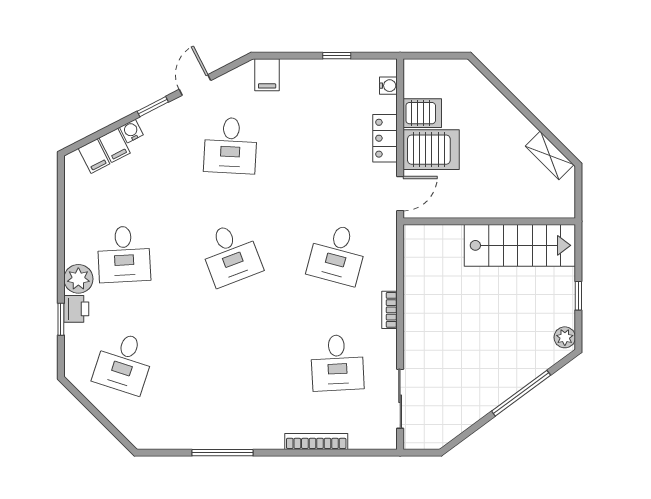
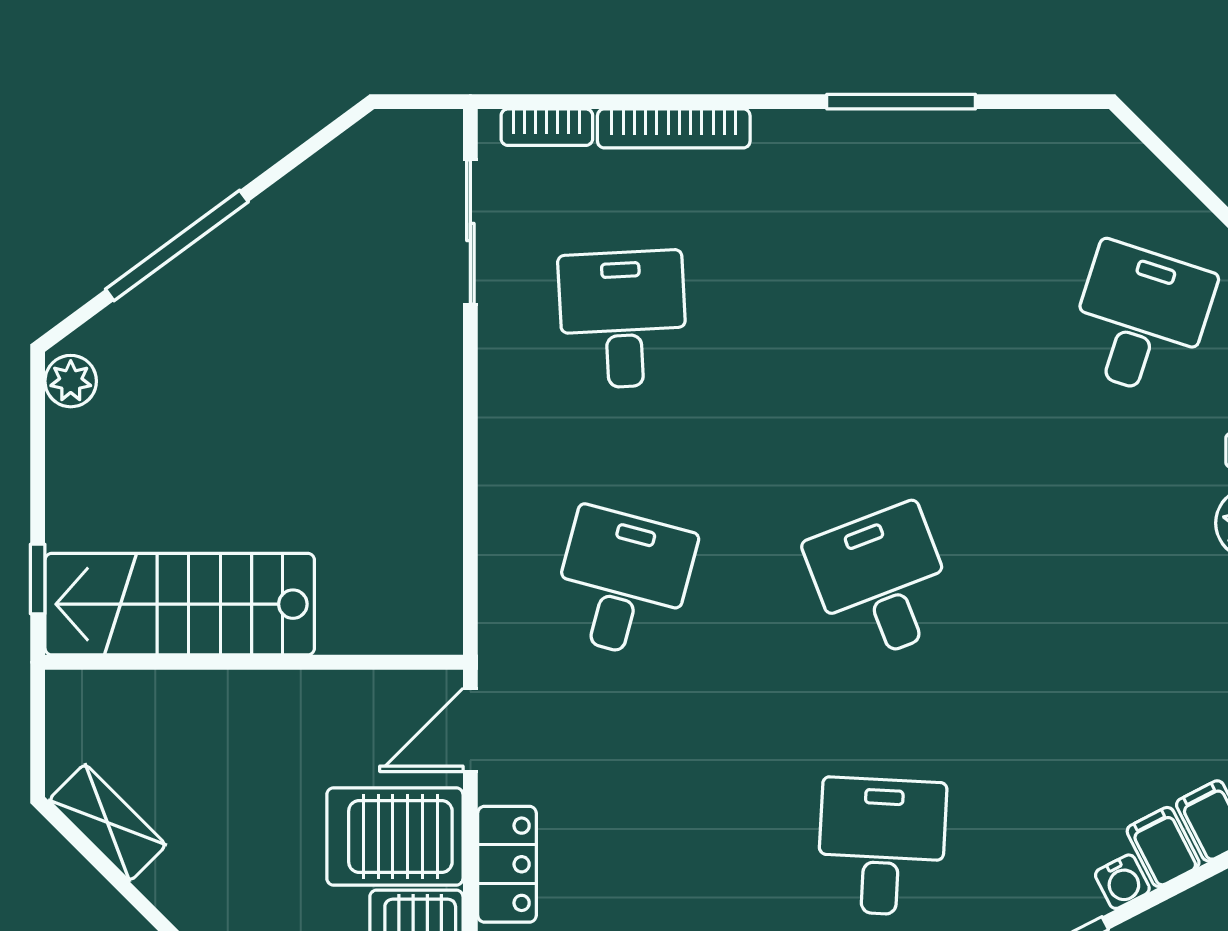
desk: (124, 254) -> (1141, 583), removed
window: (578, 296) -> (38, 579), moved
bookcase: (389, 310) -> (547, 127), moved, turned 90

